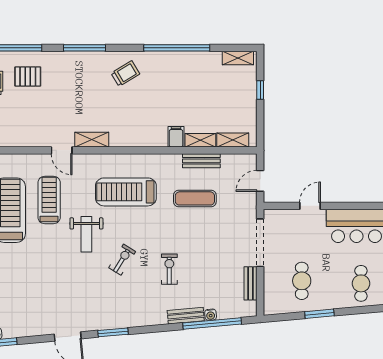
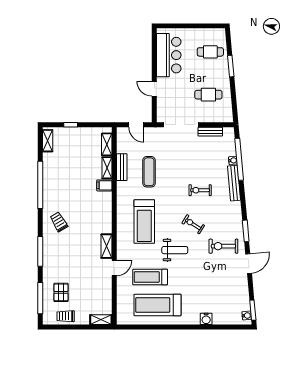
exercise bike: (92, 302) -> (223, 246), added
window: (319, 314) -> (231, 66), moved
bench: (186, 316) -> (234, 183), width x1.36

